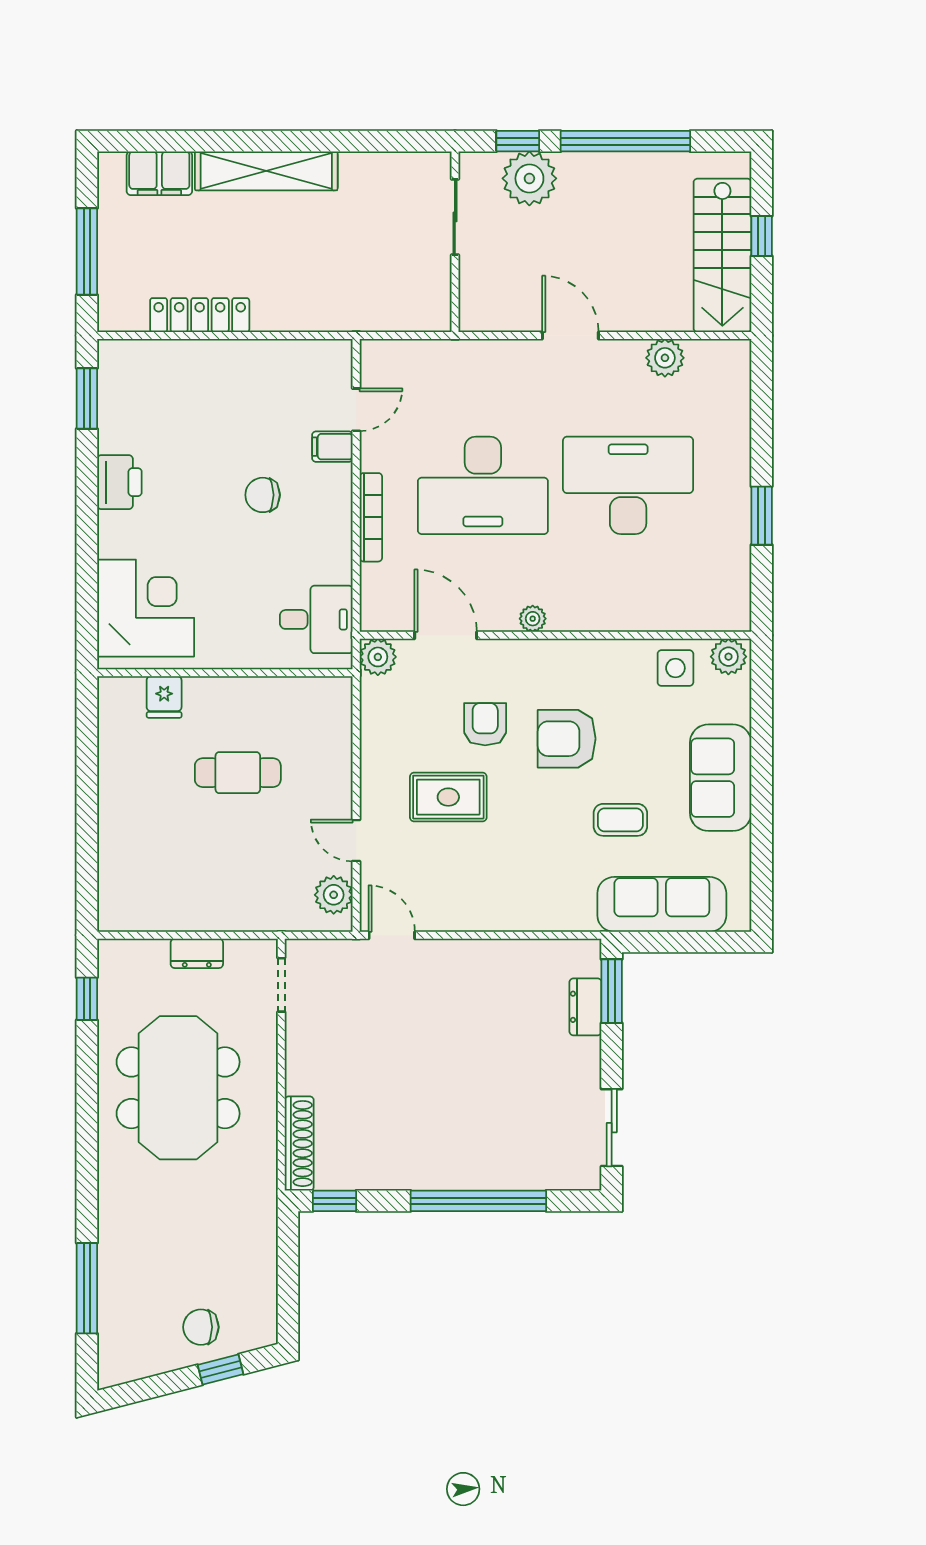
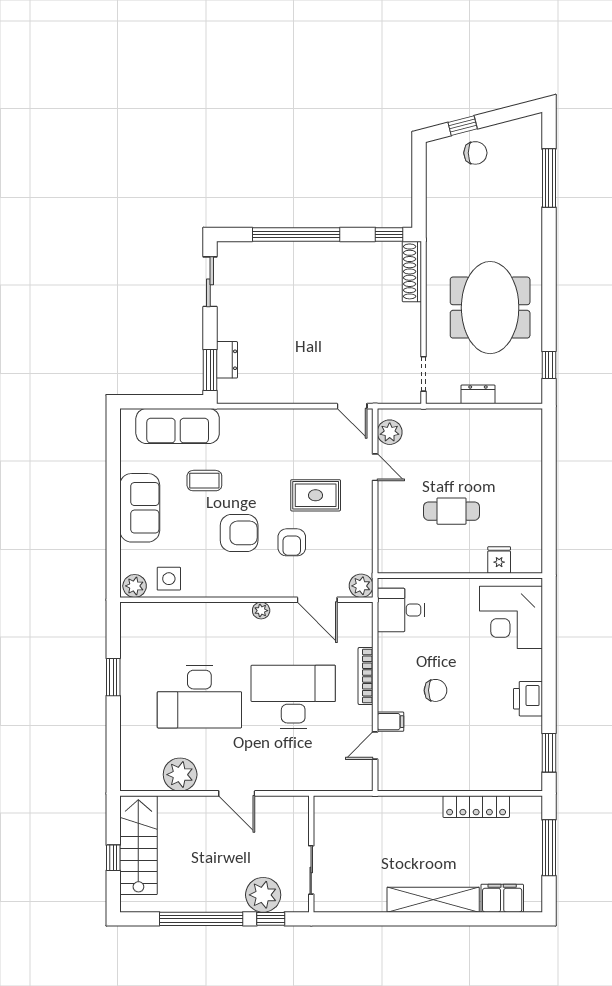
plant: (665, 358) -> (180, 775), width x1.36, depth x1.36

